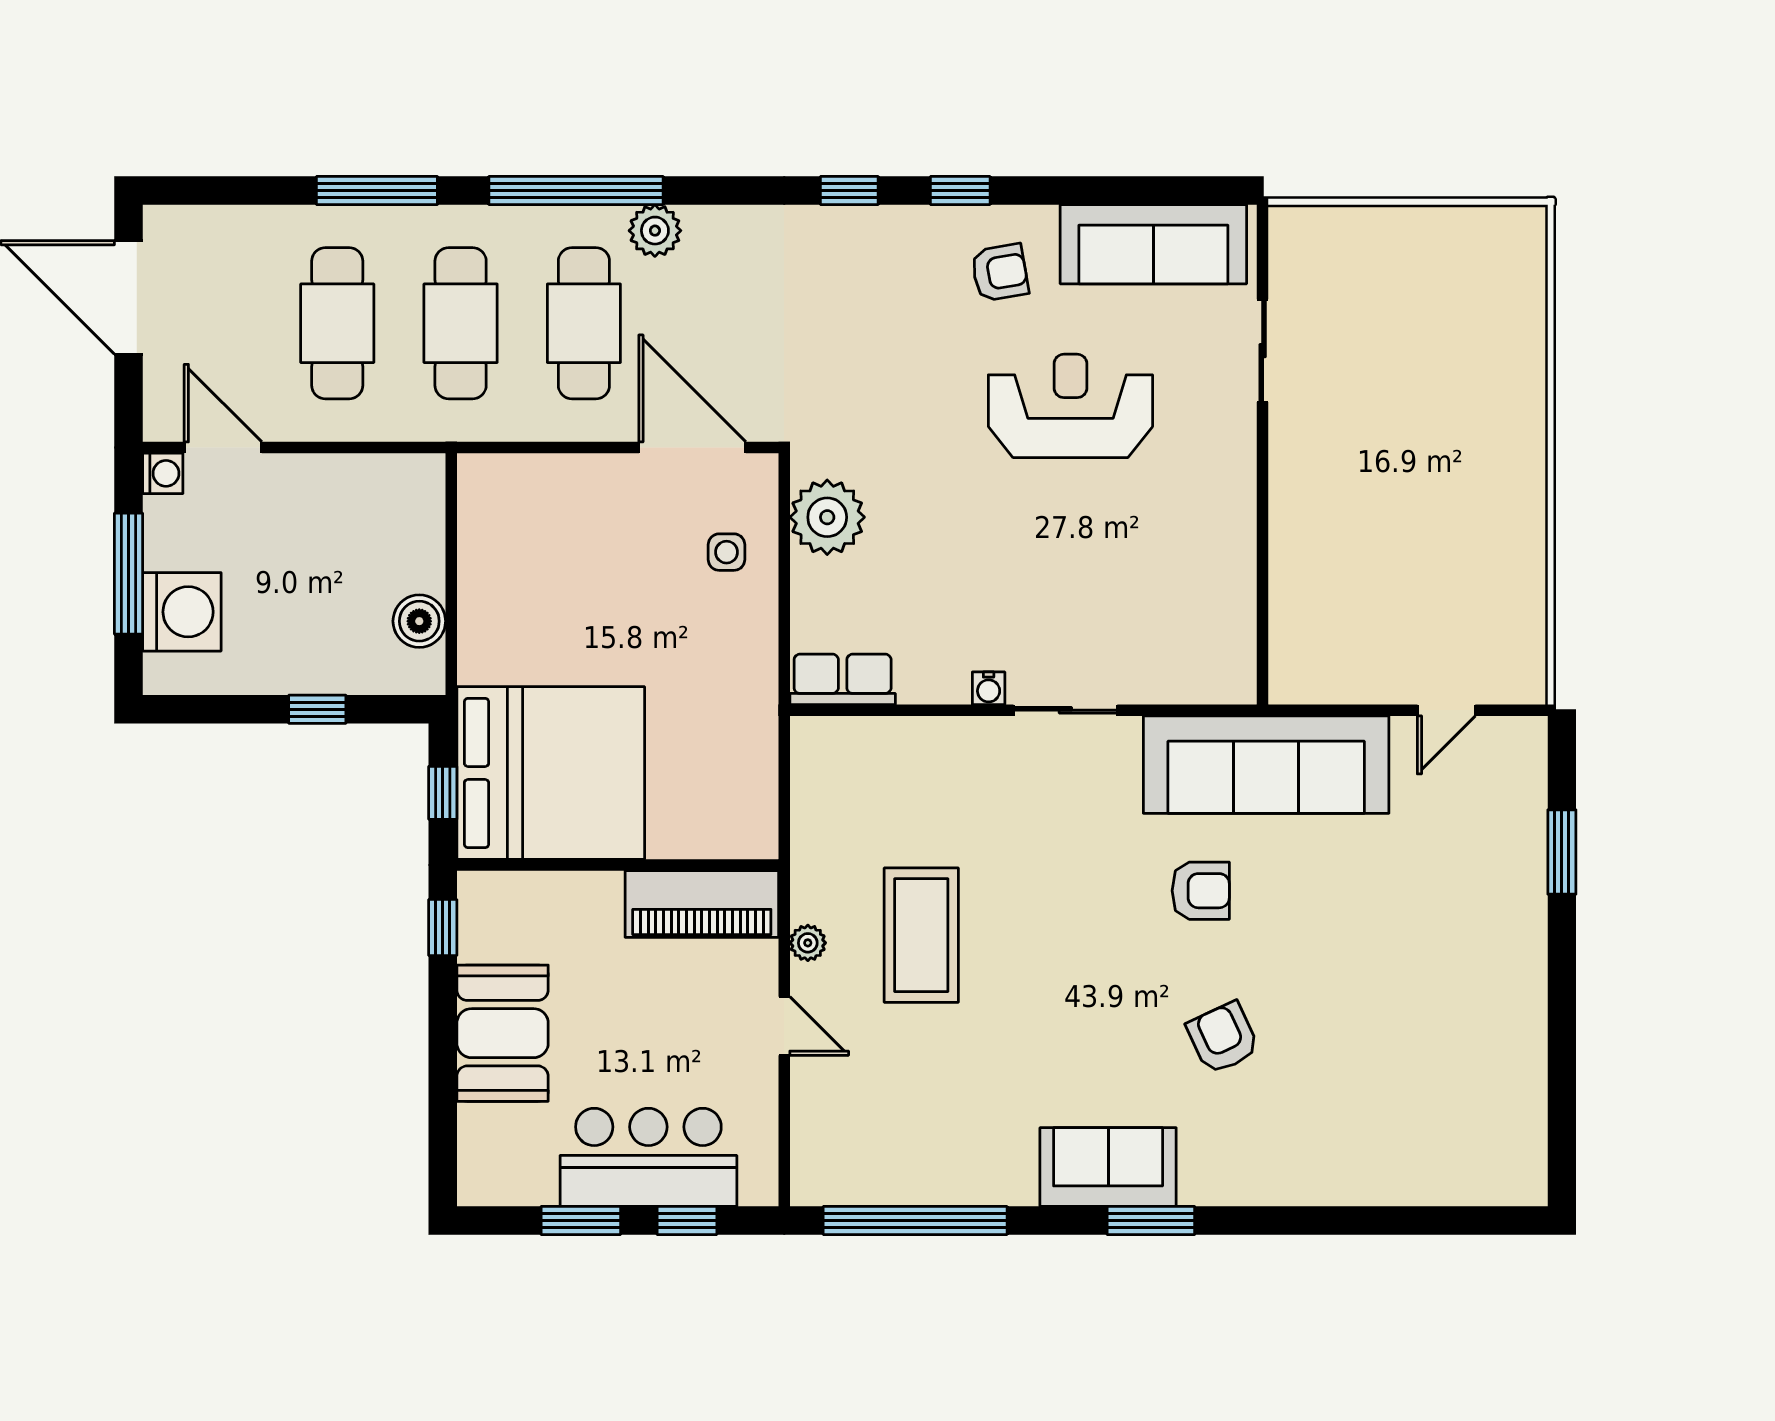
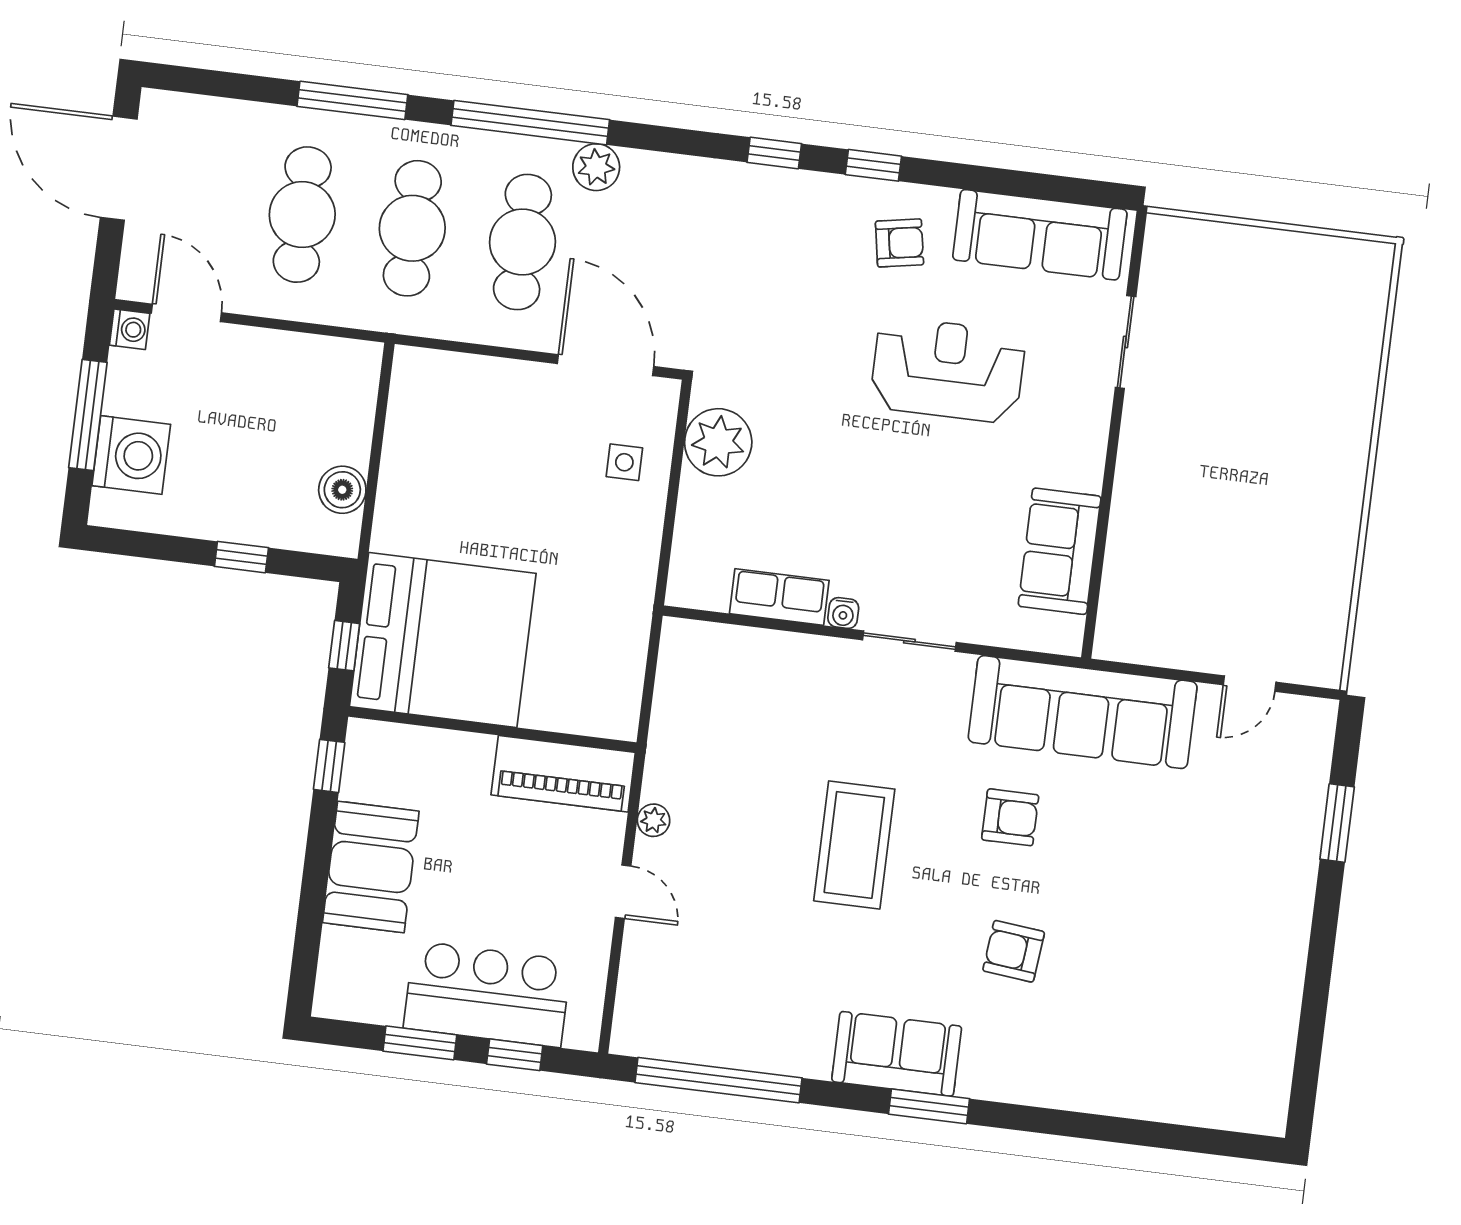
sofa: (1219, 590) -> (1060, 551), added
row of seats: (843, 679) -> (779, 597), moved
coffee table: (921, 935) -> (854, 845), moved
armchair: (1223, 1038) -> (1014, 951), turned -59

